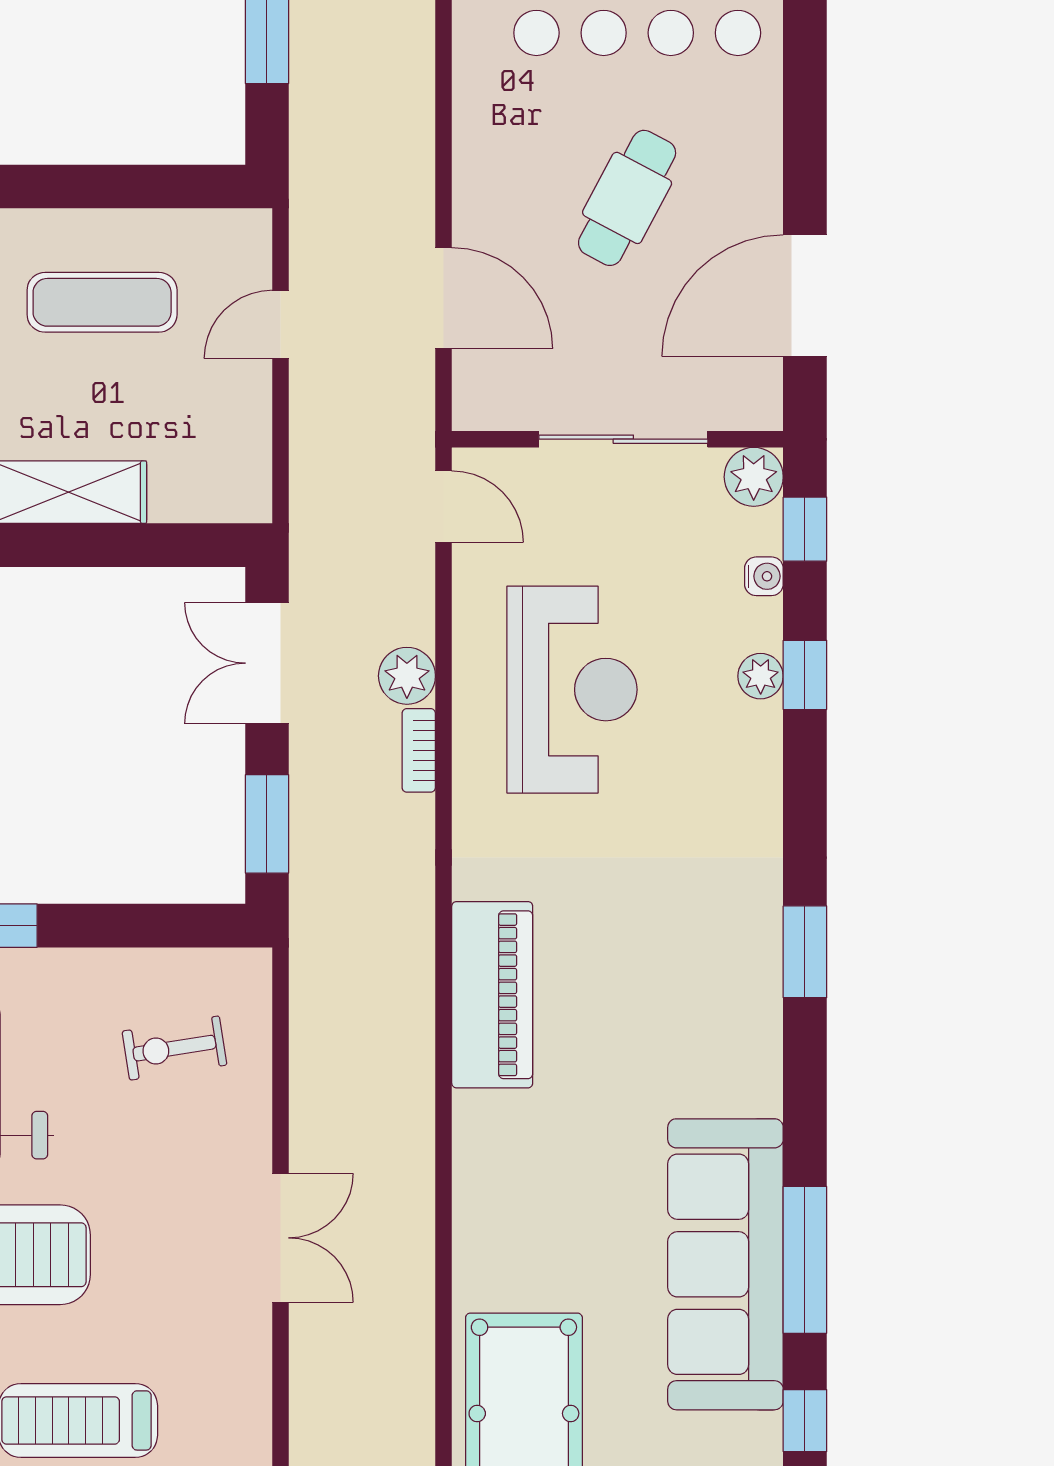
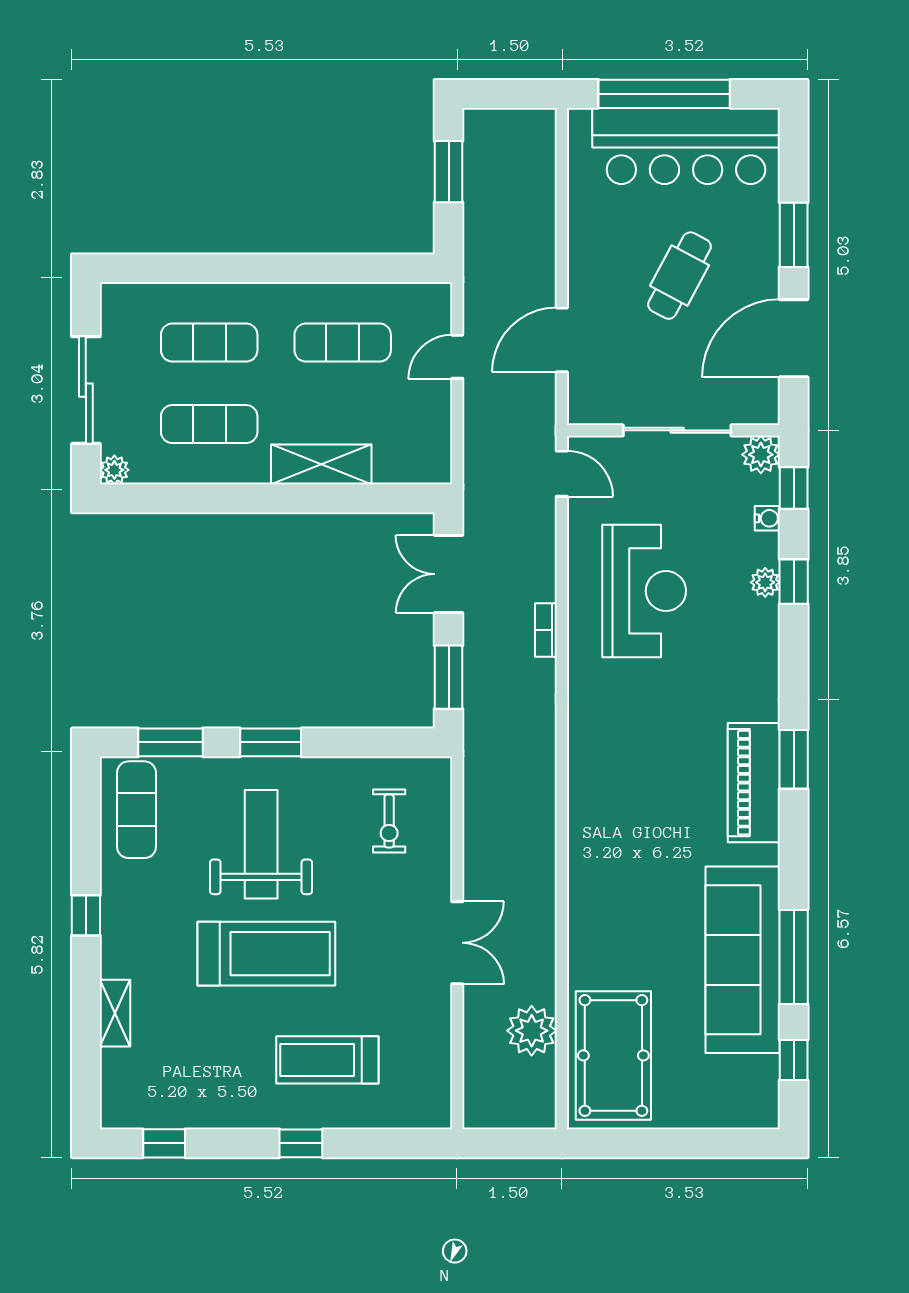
window: (805, 134) -> (794, 235), added
door: (444, 298) -> (562, 340), swing flipped
plant: (407, 676) -> (532, 1031), moved, width x1.36, depth x1.36
piano: (492, 995) -> (754, 783), moved, turned 180
exercise bike: (174, 1048) -> (389, 821), turned -81

